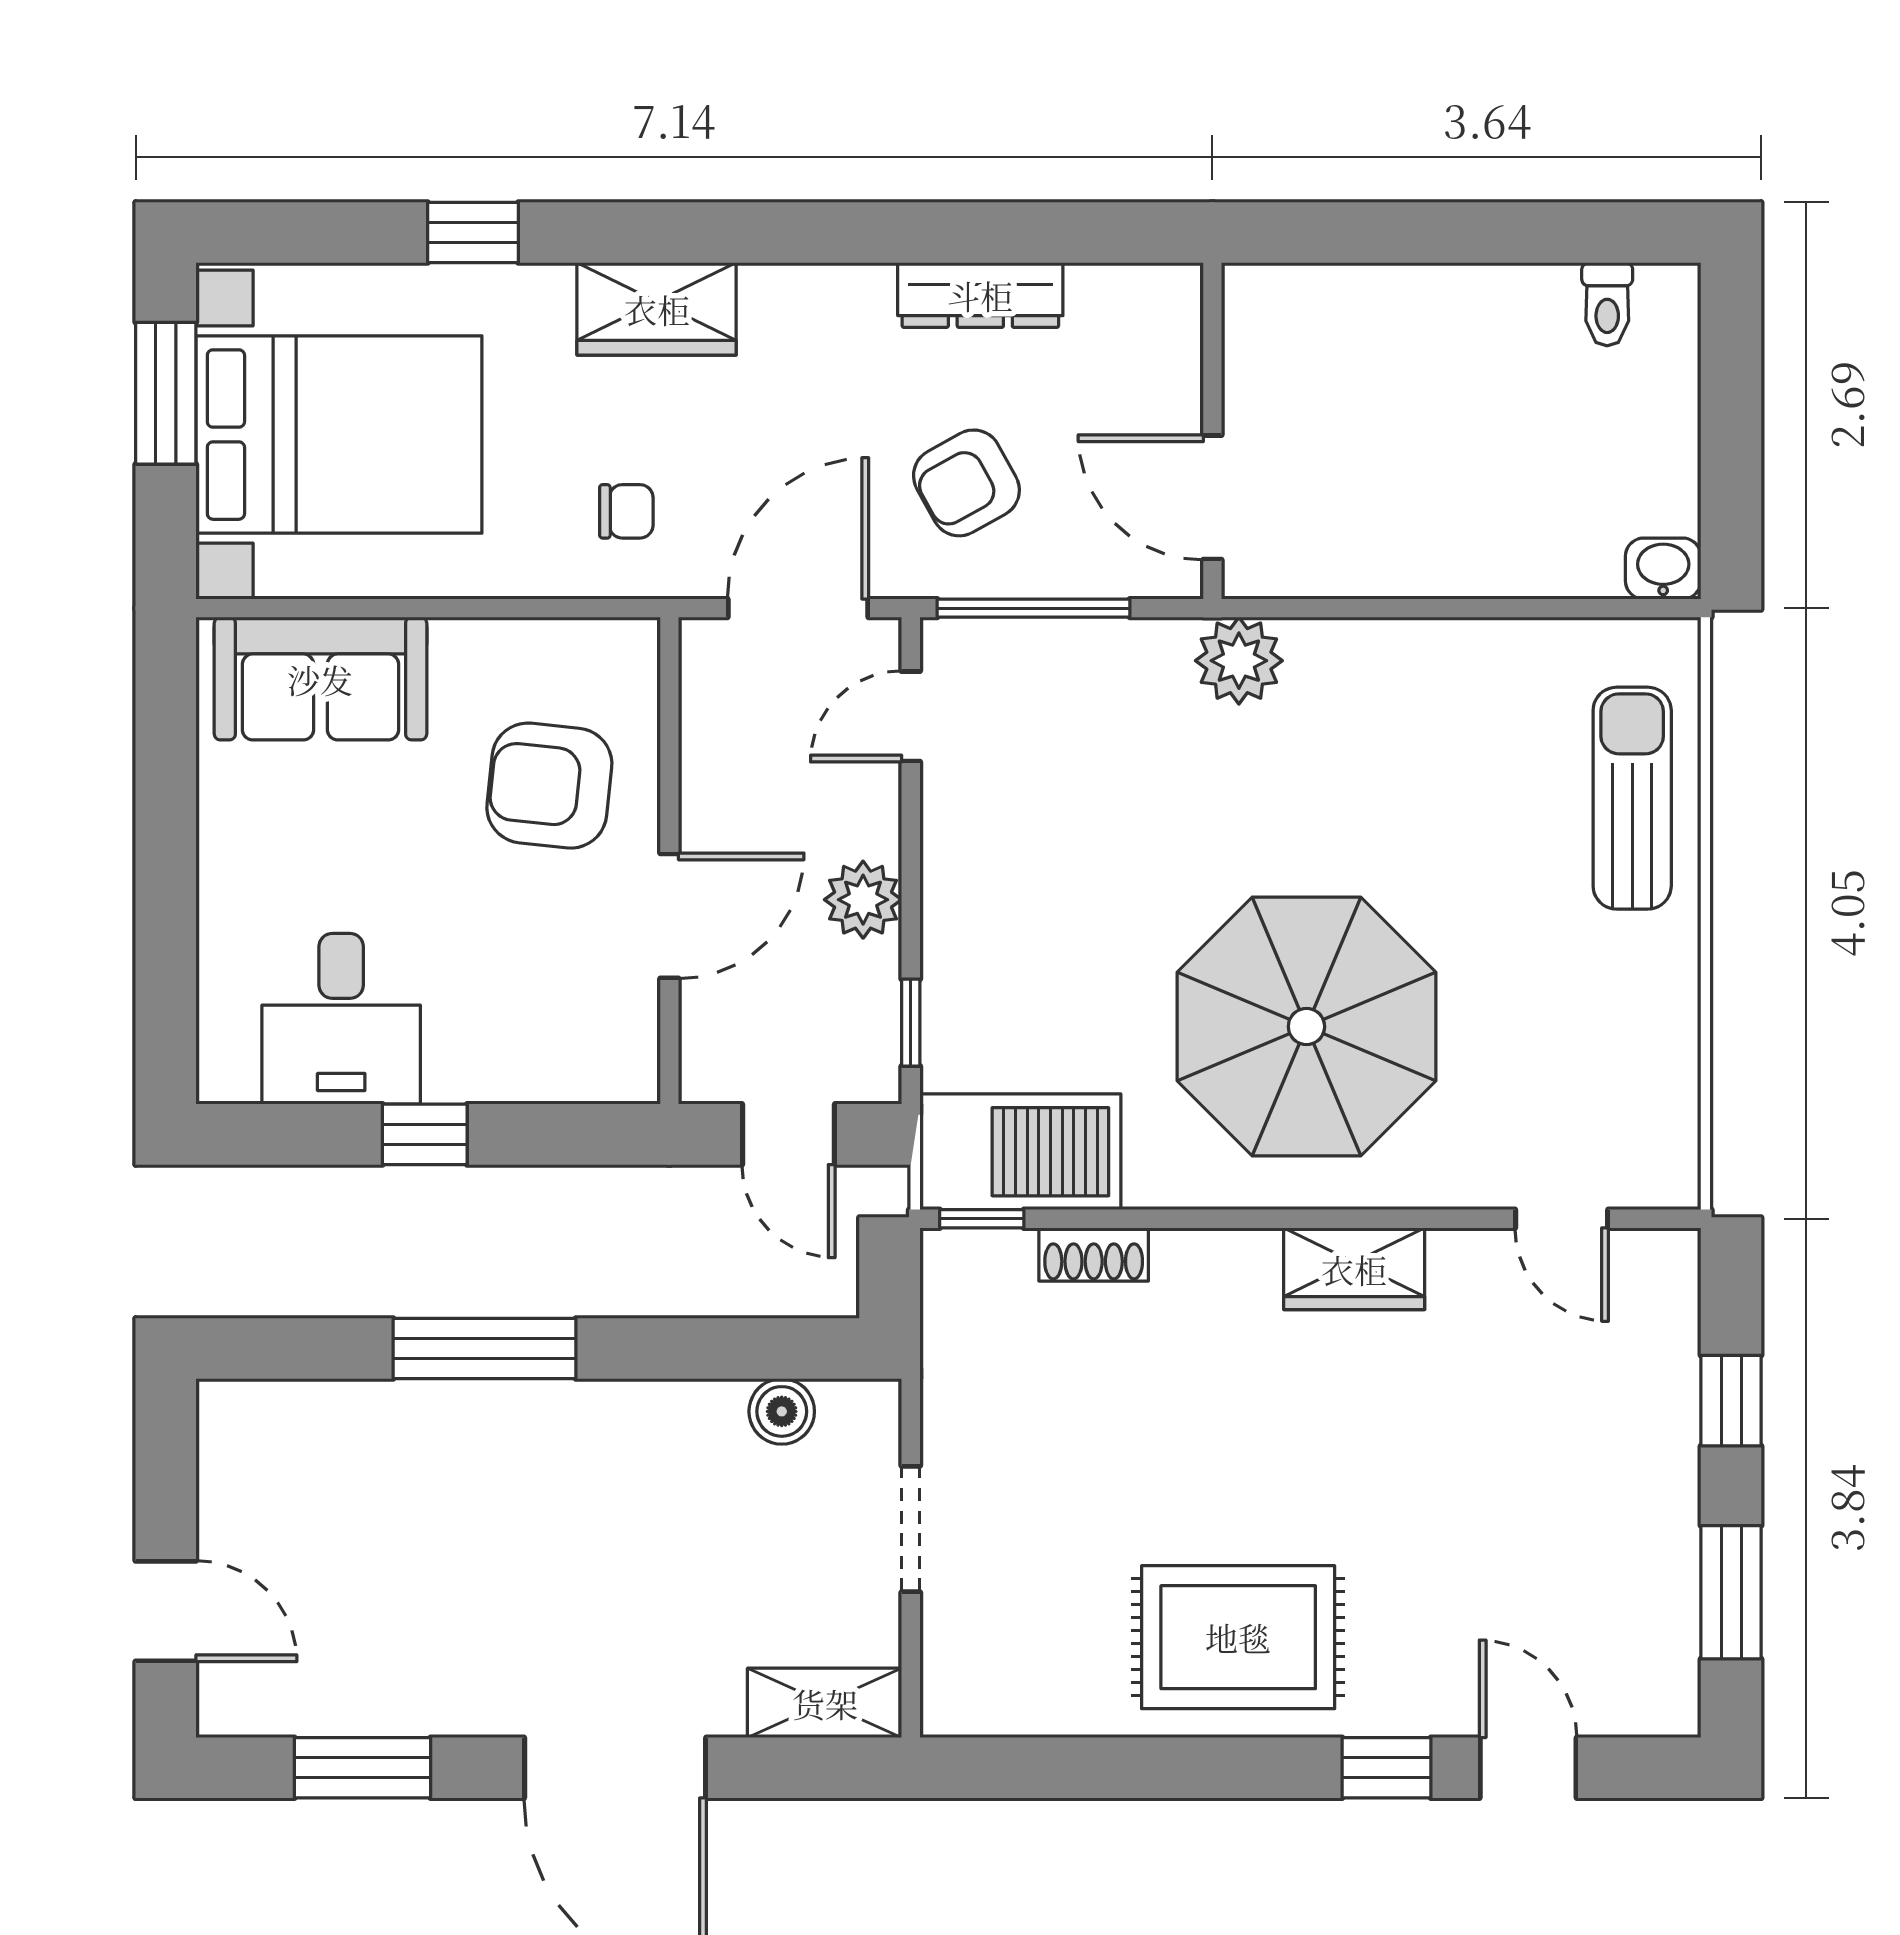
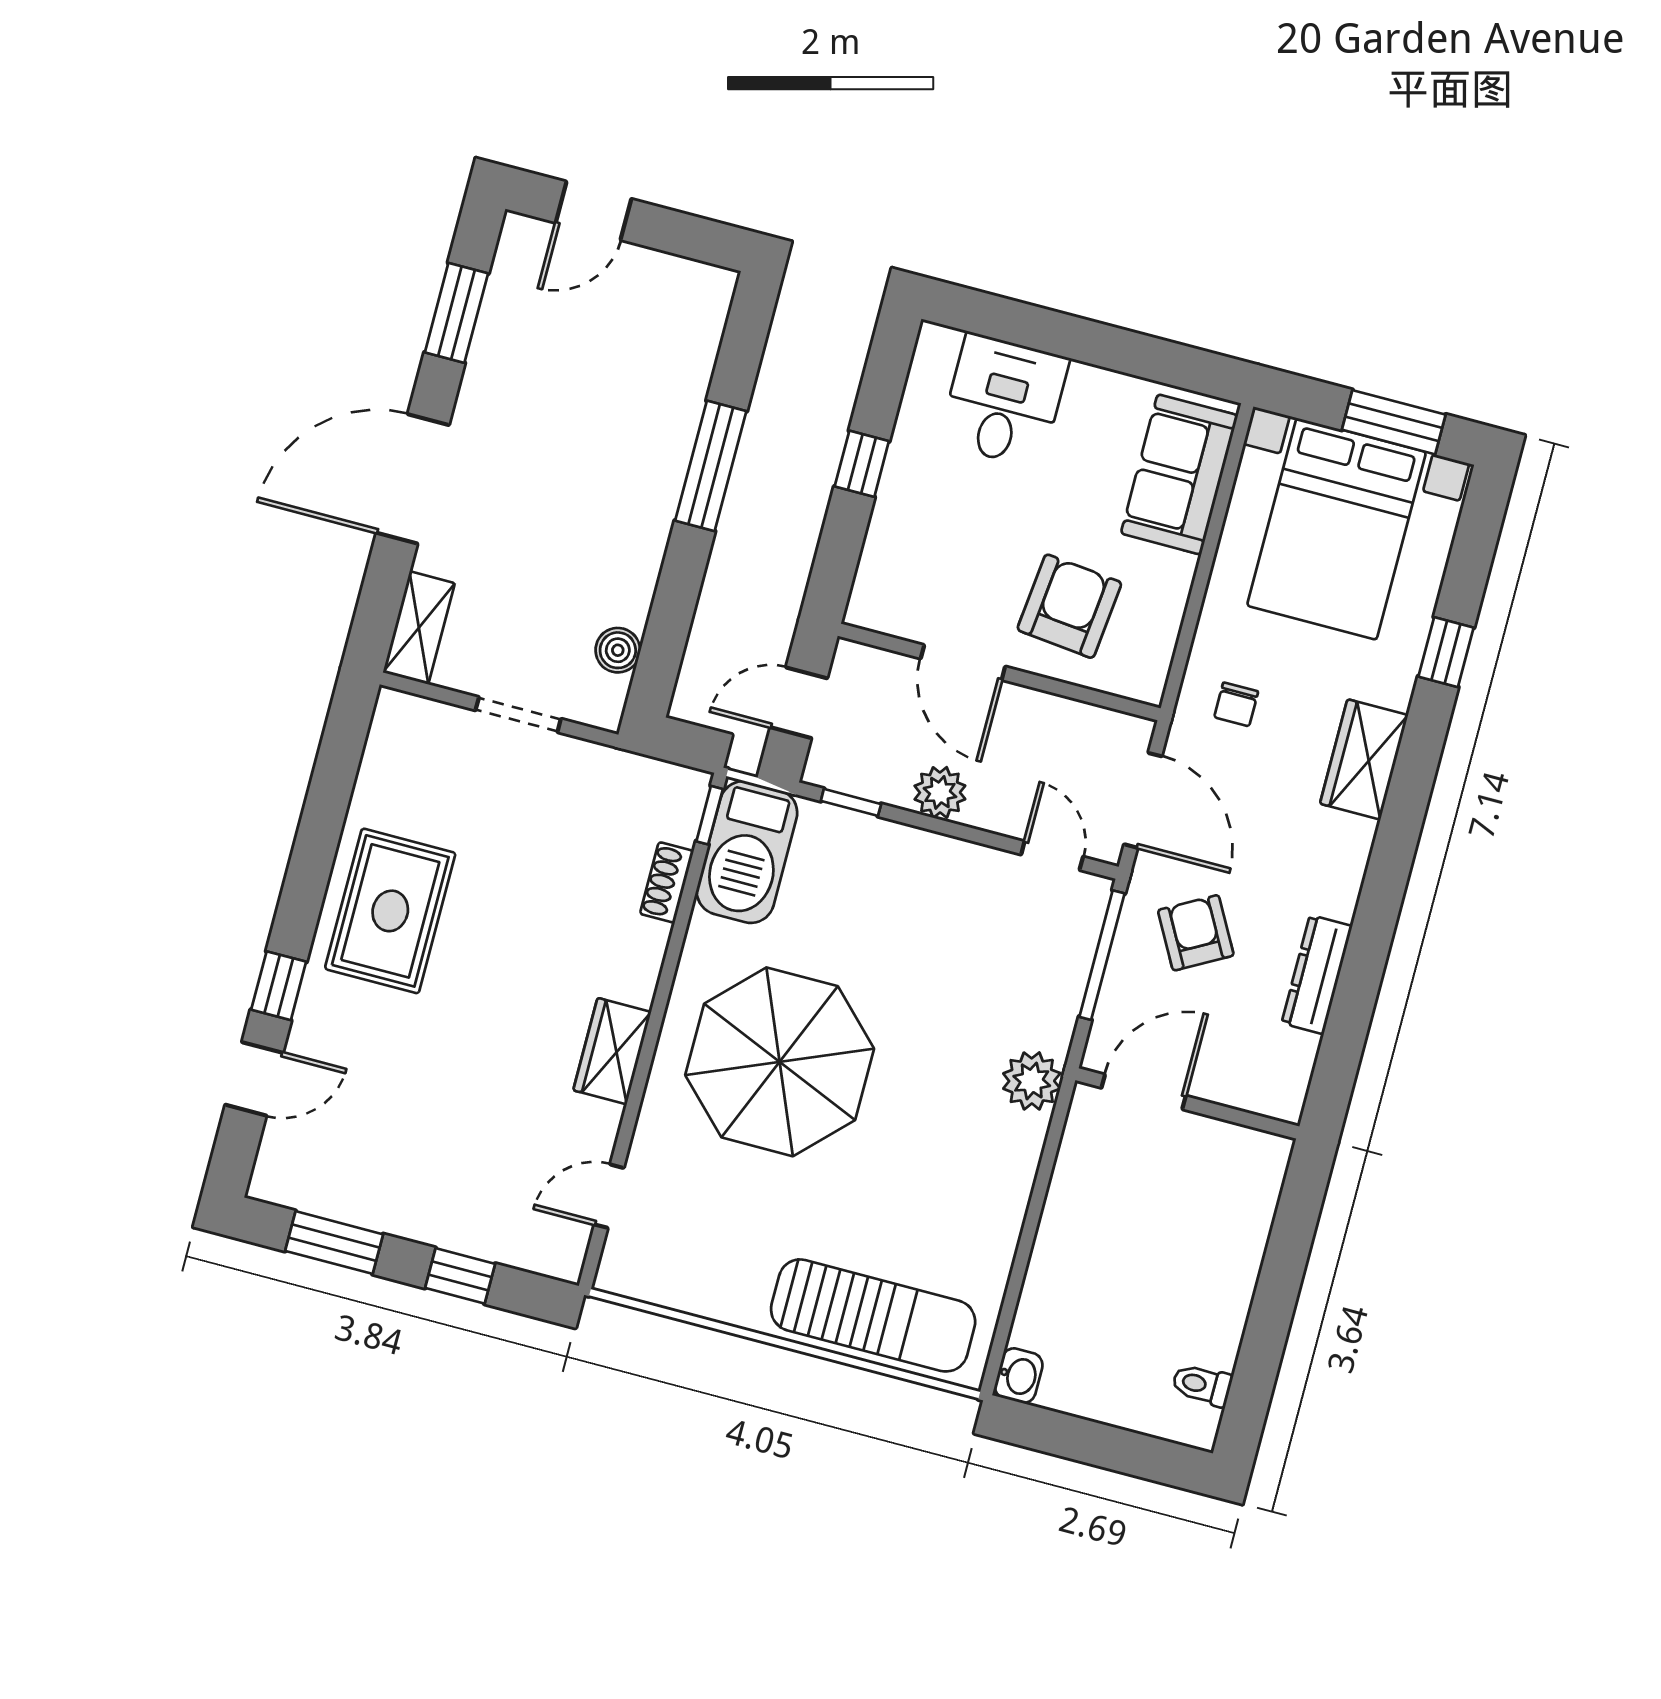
sun lounger: (1632, 798) -> (873, 1315), width x1.36, depth x1.34
desk: (341, 1019) -> (1004, 400), moved, turned 90

